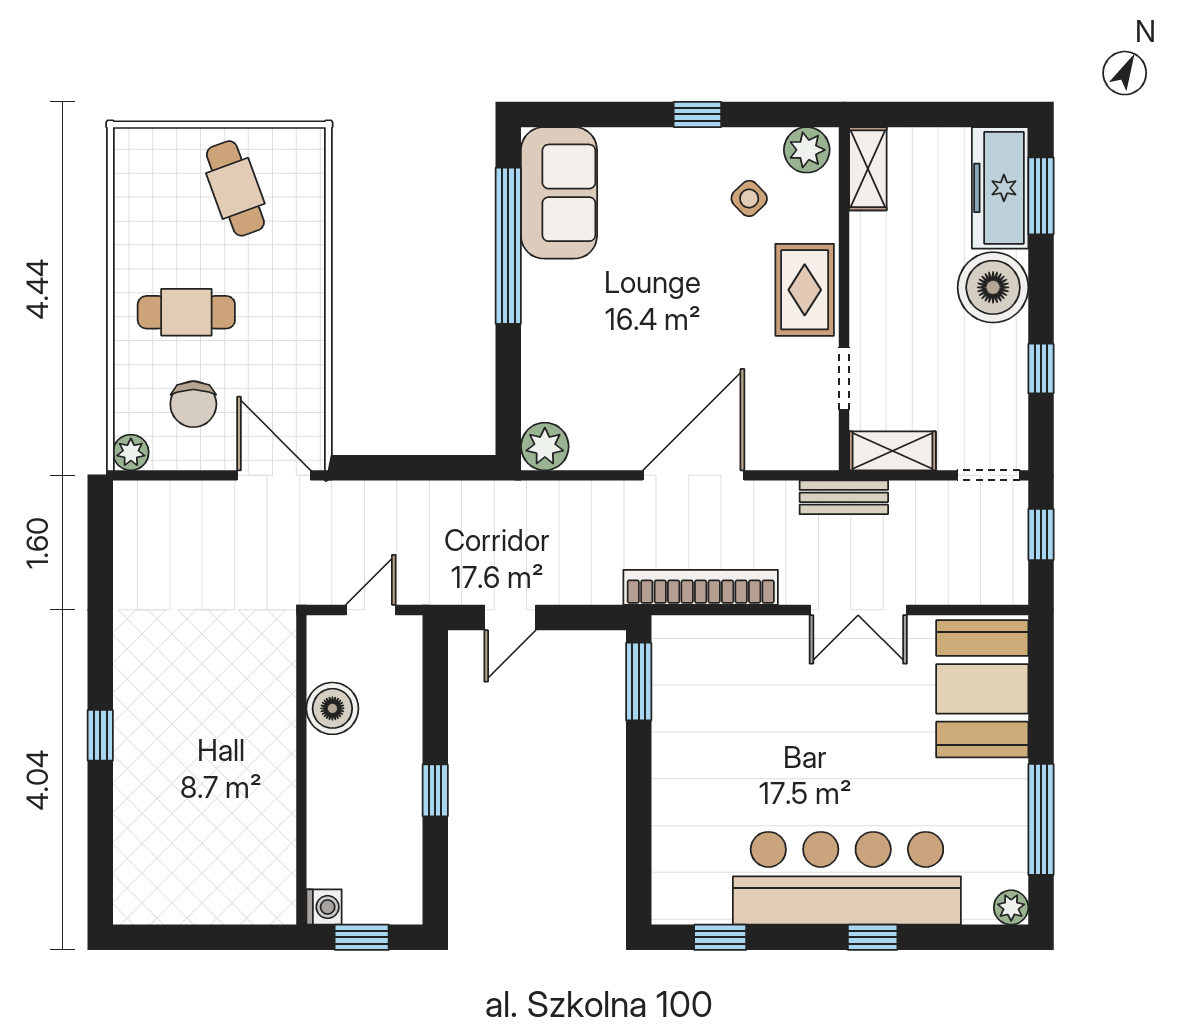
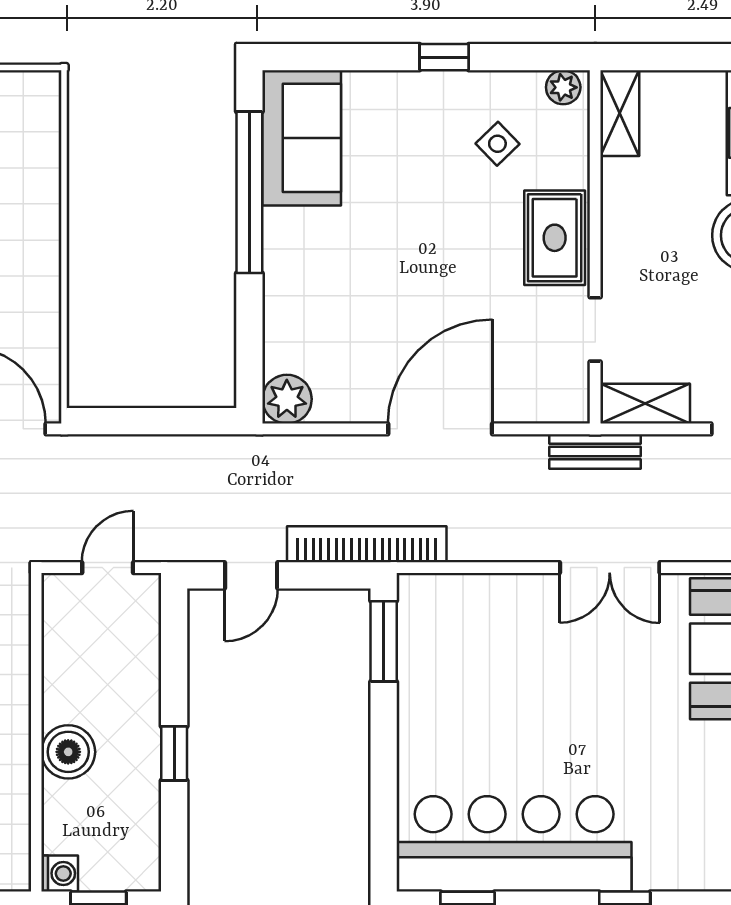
plant: (807, 150) -> (563, 87), width x0.73, depth x0.73
bookcase: (701, 587) -> (367, 544), moved
boiler: (332, 708) -> (68, 752), moved
bar counter: (847, 878) -> (514, 844), moved

